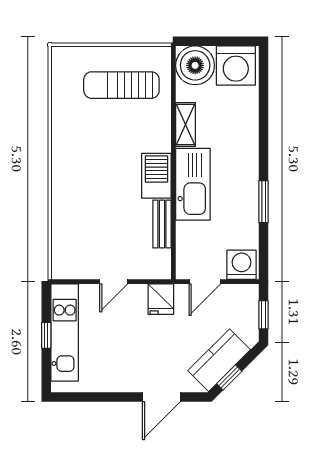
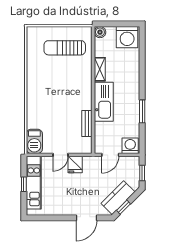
boiler: (195, 65) -> (100, 32), width x0.54, depth x0.54
barbecue: (156, 176) -> (34, 141), moved, turned 180
fridge: (161, 299) -> (75, 164), moved

